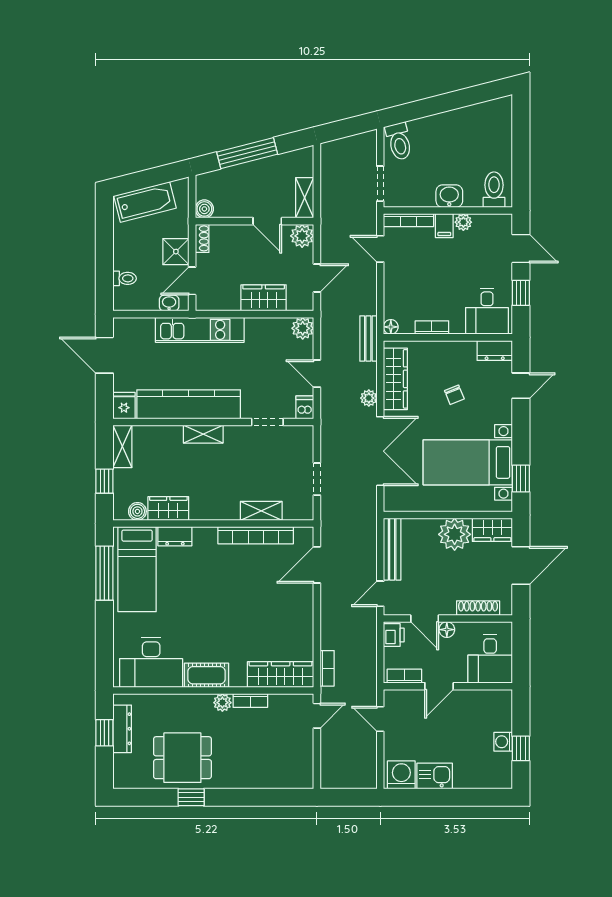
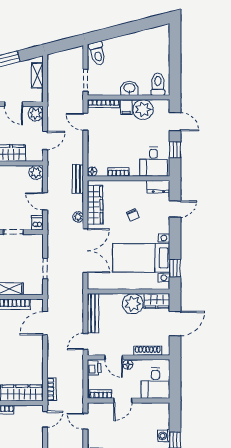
shelving: (305, 198) -> (37, 75), moved
plant: (463, 222) -> (143, 110), width x1.88, depth x1.88

